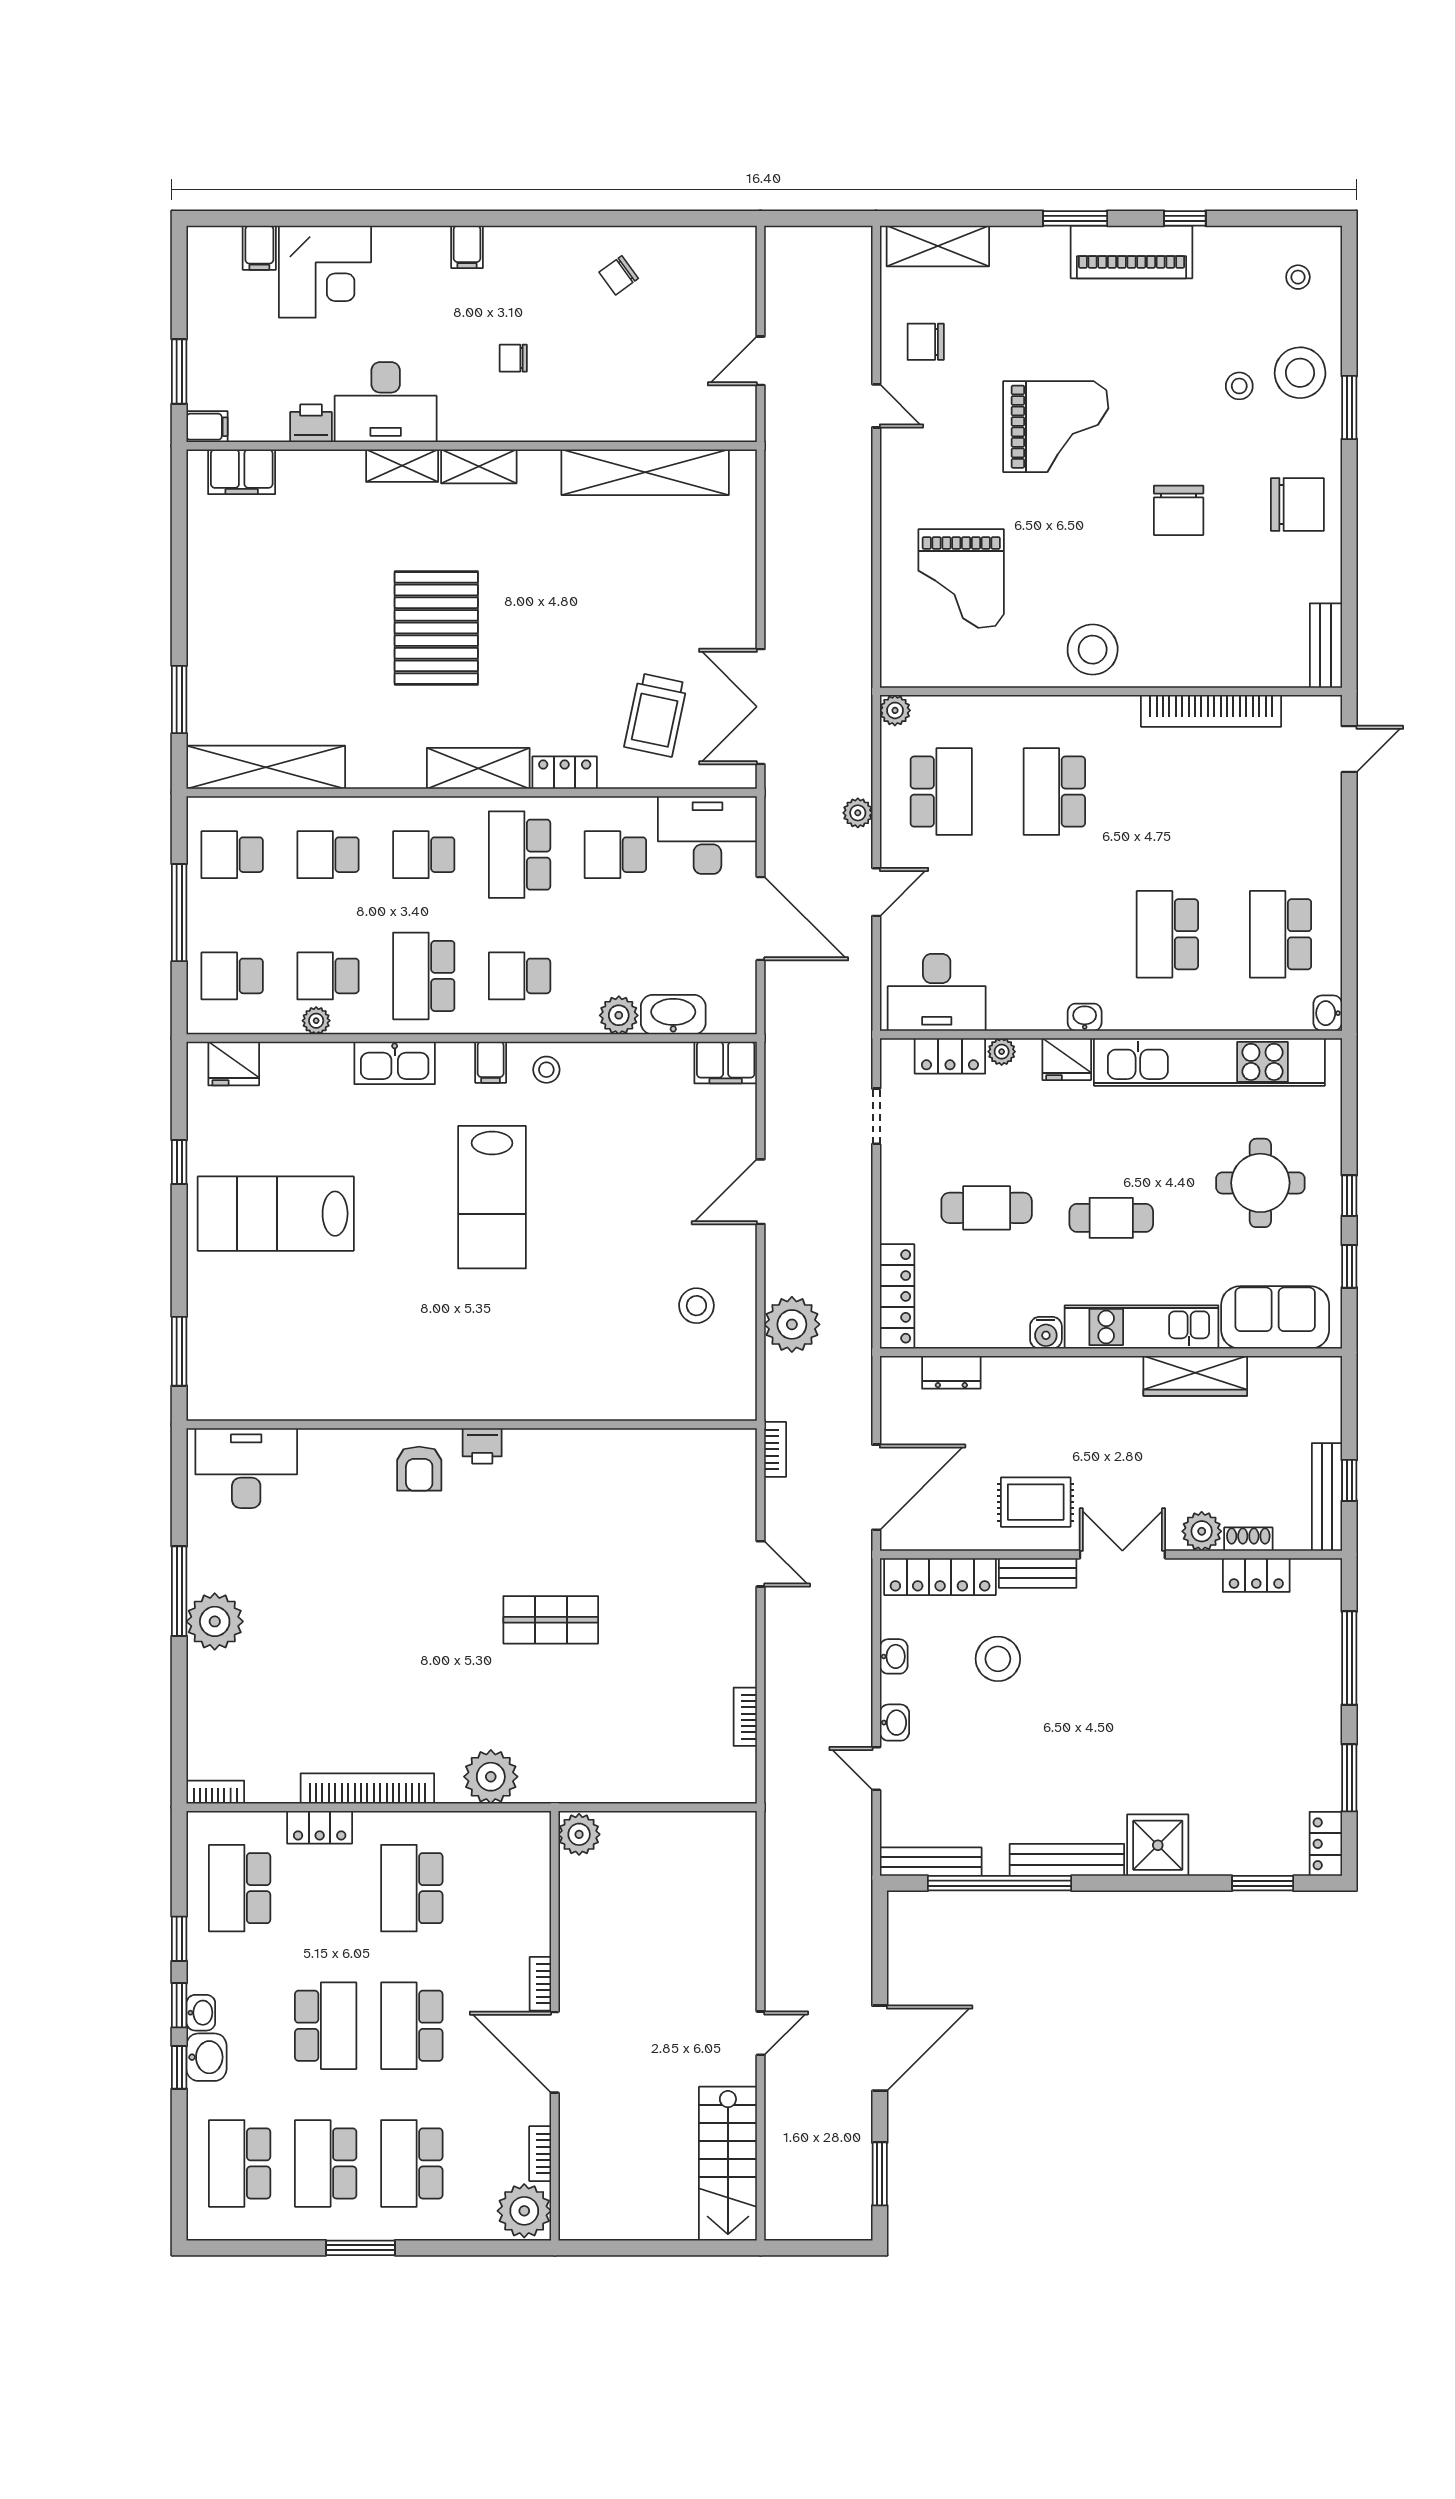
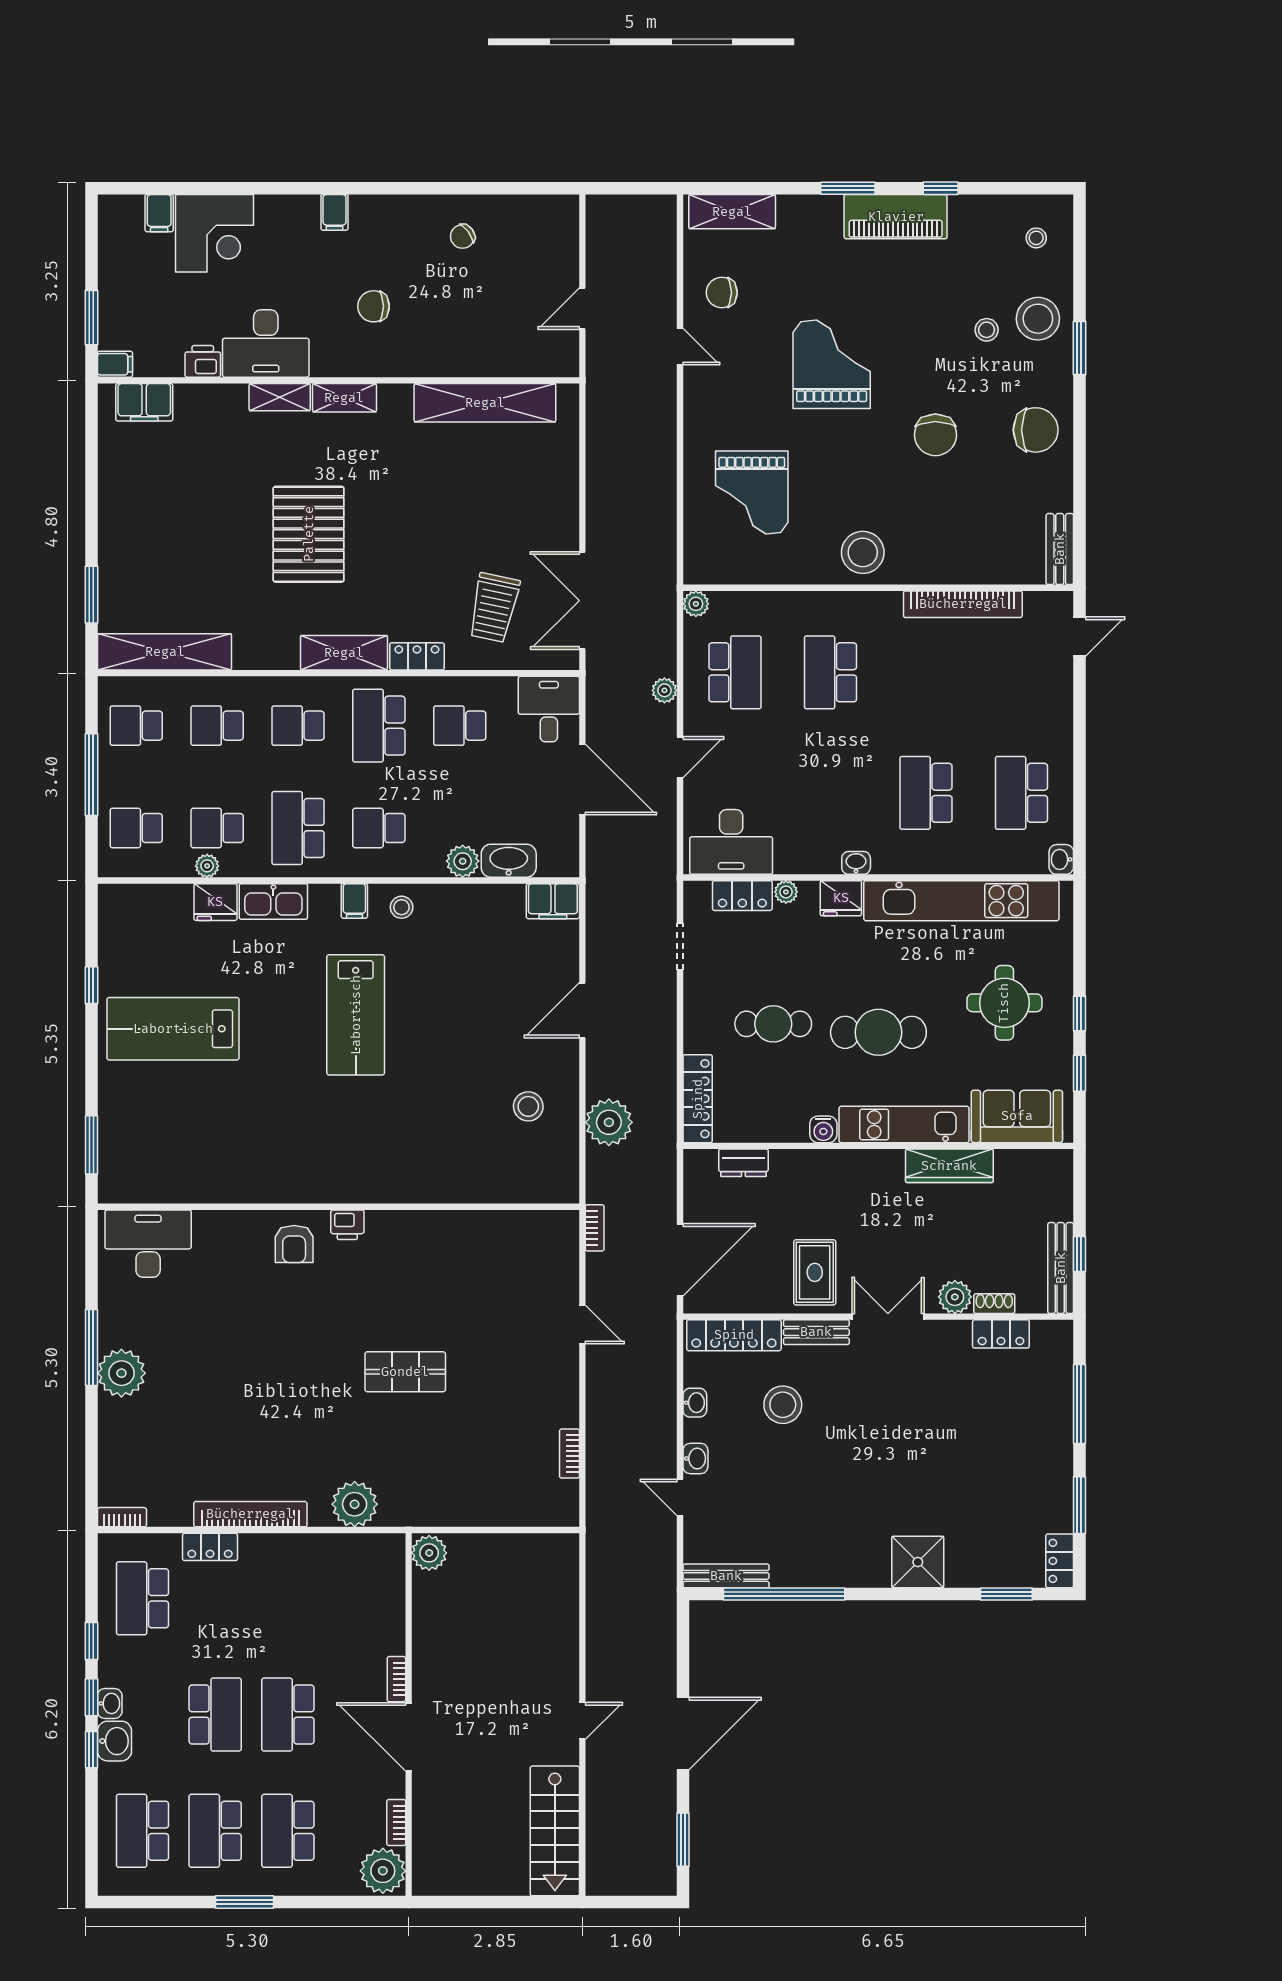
chair: (513, 358) -> (374, 306), width x1.37, depth x1.37
grand piano: (1056, 427) -> (832, 364), turned -90
desk: (707, 835) -> (549, 709), width x0.73
fridge: (234, 1064) -> (215, 902), moved
cafe table: (1111, 1218) -> (878, 1032), width x1.37, depth x1.35
rug: (1036, 1502) -> (815, 1272), turned 90
bench: (1067, 1860) -> (841, 1574), removed
school desk: (412, 1888) -> (288, 1598), removed

